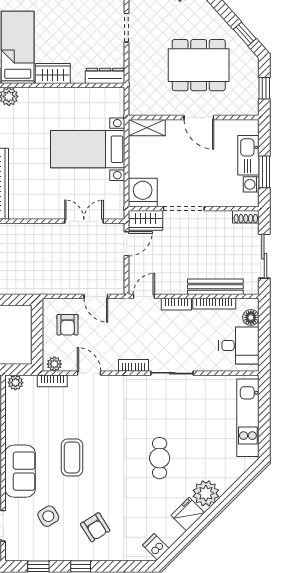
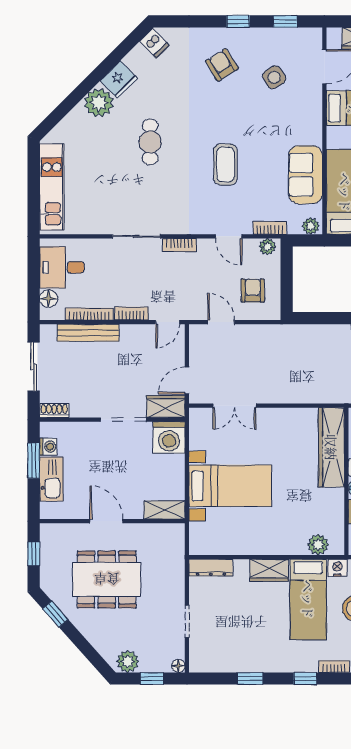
coffee table: (72, 457) -> (225, 165), moved
sofa: (20, 471) -> (306, 175), moved

